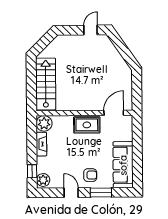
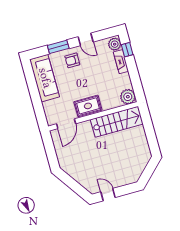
door: (91, 30) -> (108, 195), swing flipped
stairs: (46, 84) -> (117, 122), moved, turned -90
fireplace: (41, 144) -> (121, 62), moved

